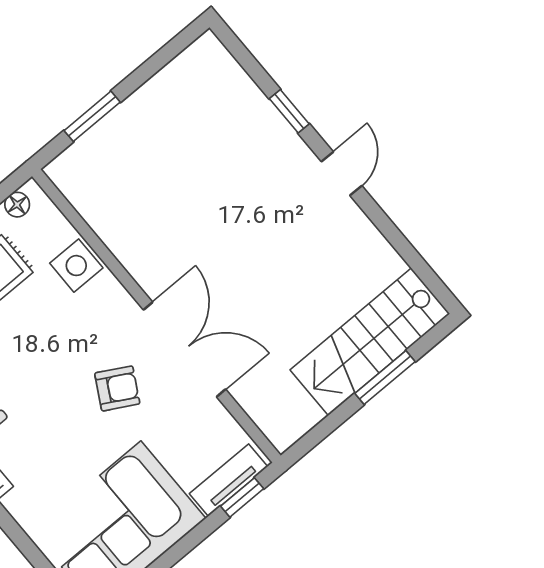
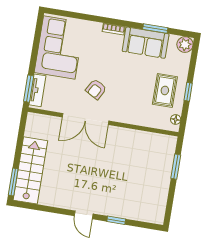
side table: (76, 266) -> (141, 116), removed
window: (385, 377) -> (13, 182), moved
window: (242, 497) -> (29, 89), width x1.50

